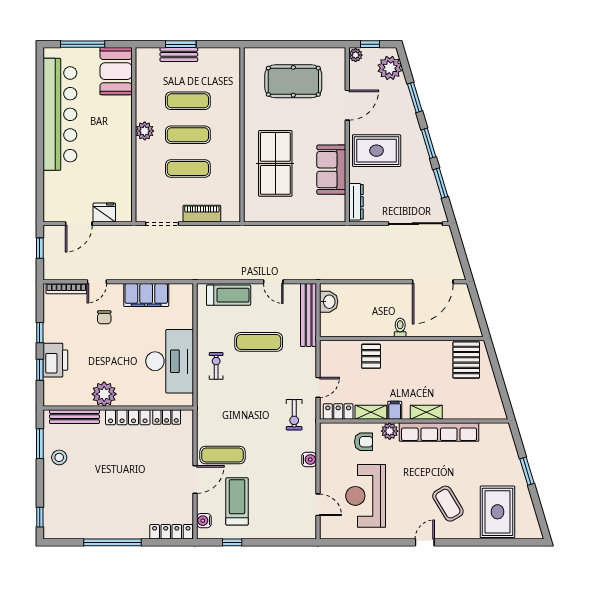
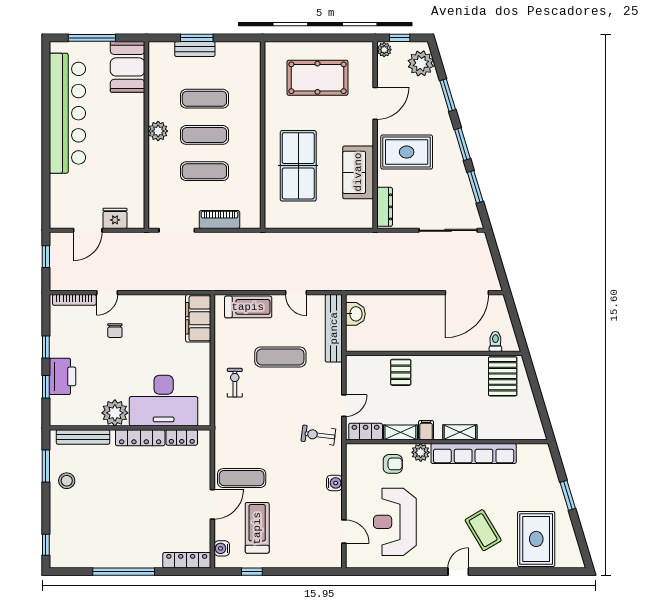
filing cabinet: (146, 295) -> (198, 318), moved, turned 90
toilet: (400, 327) -> (495, 341), moved
desk: (170, 361) -> (164, 401), moved, turned 90
exercise bike: (294, 415) -> (318, 435), turned 97

